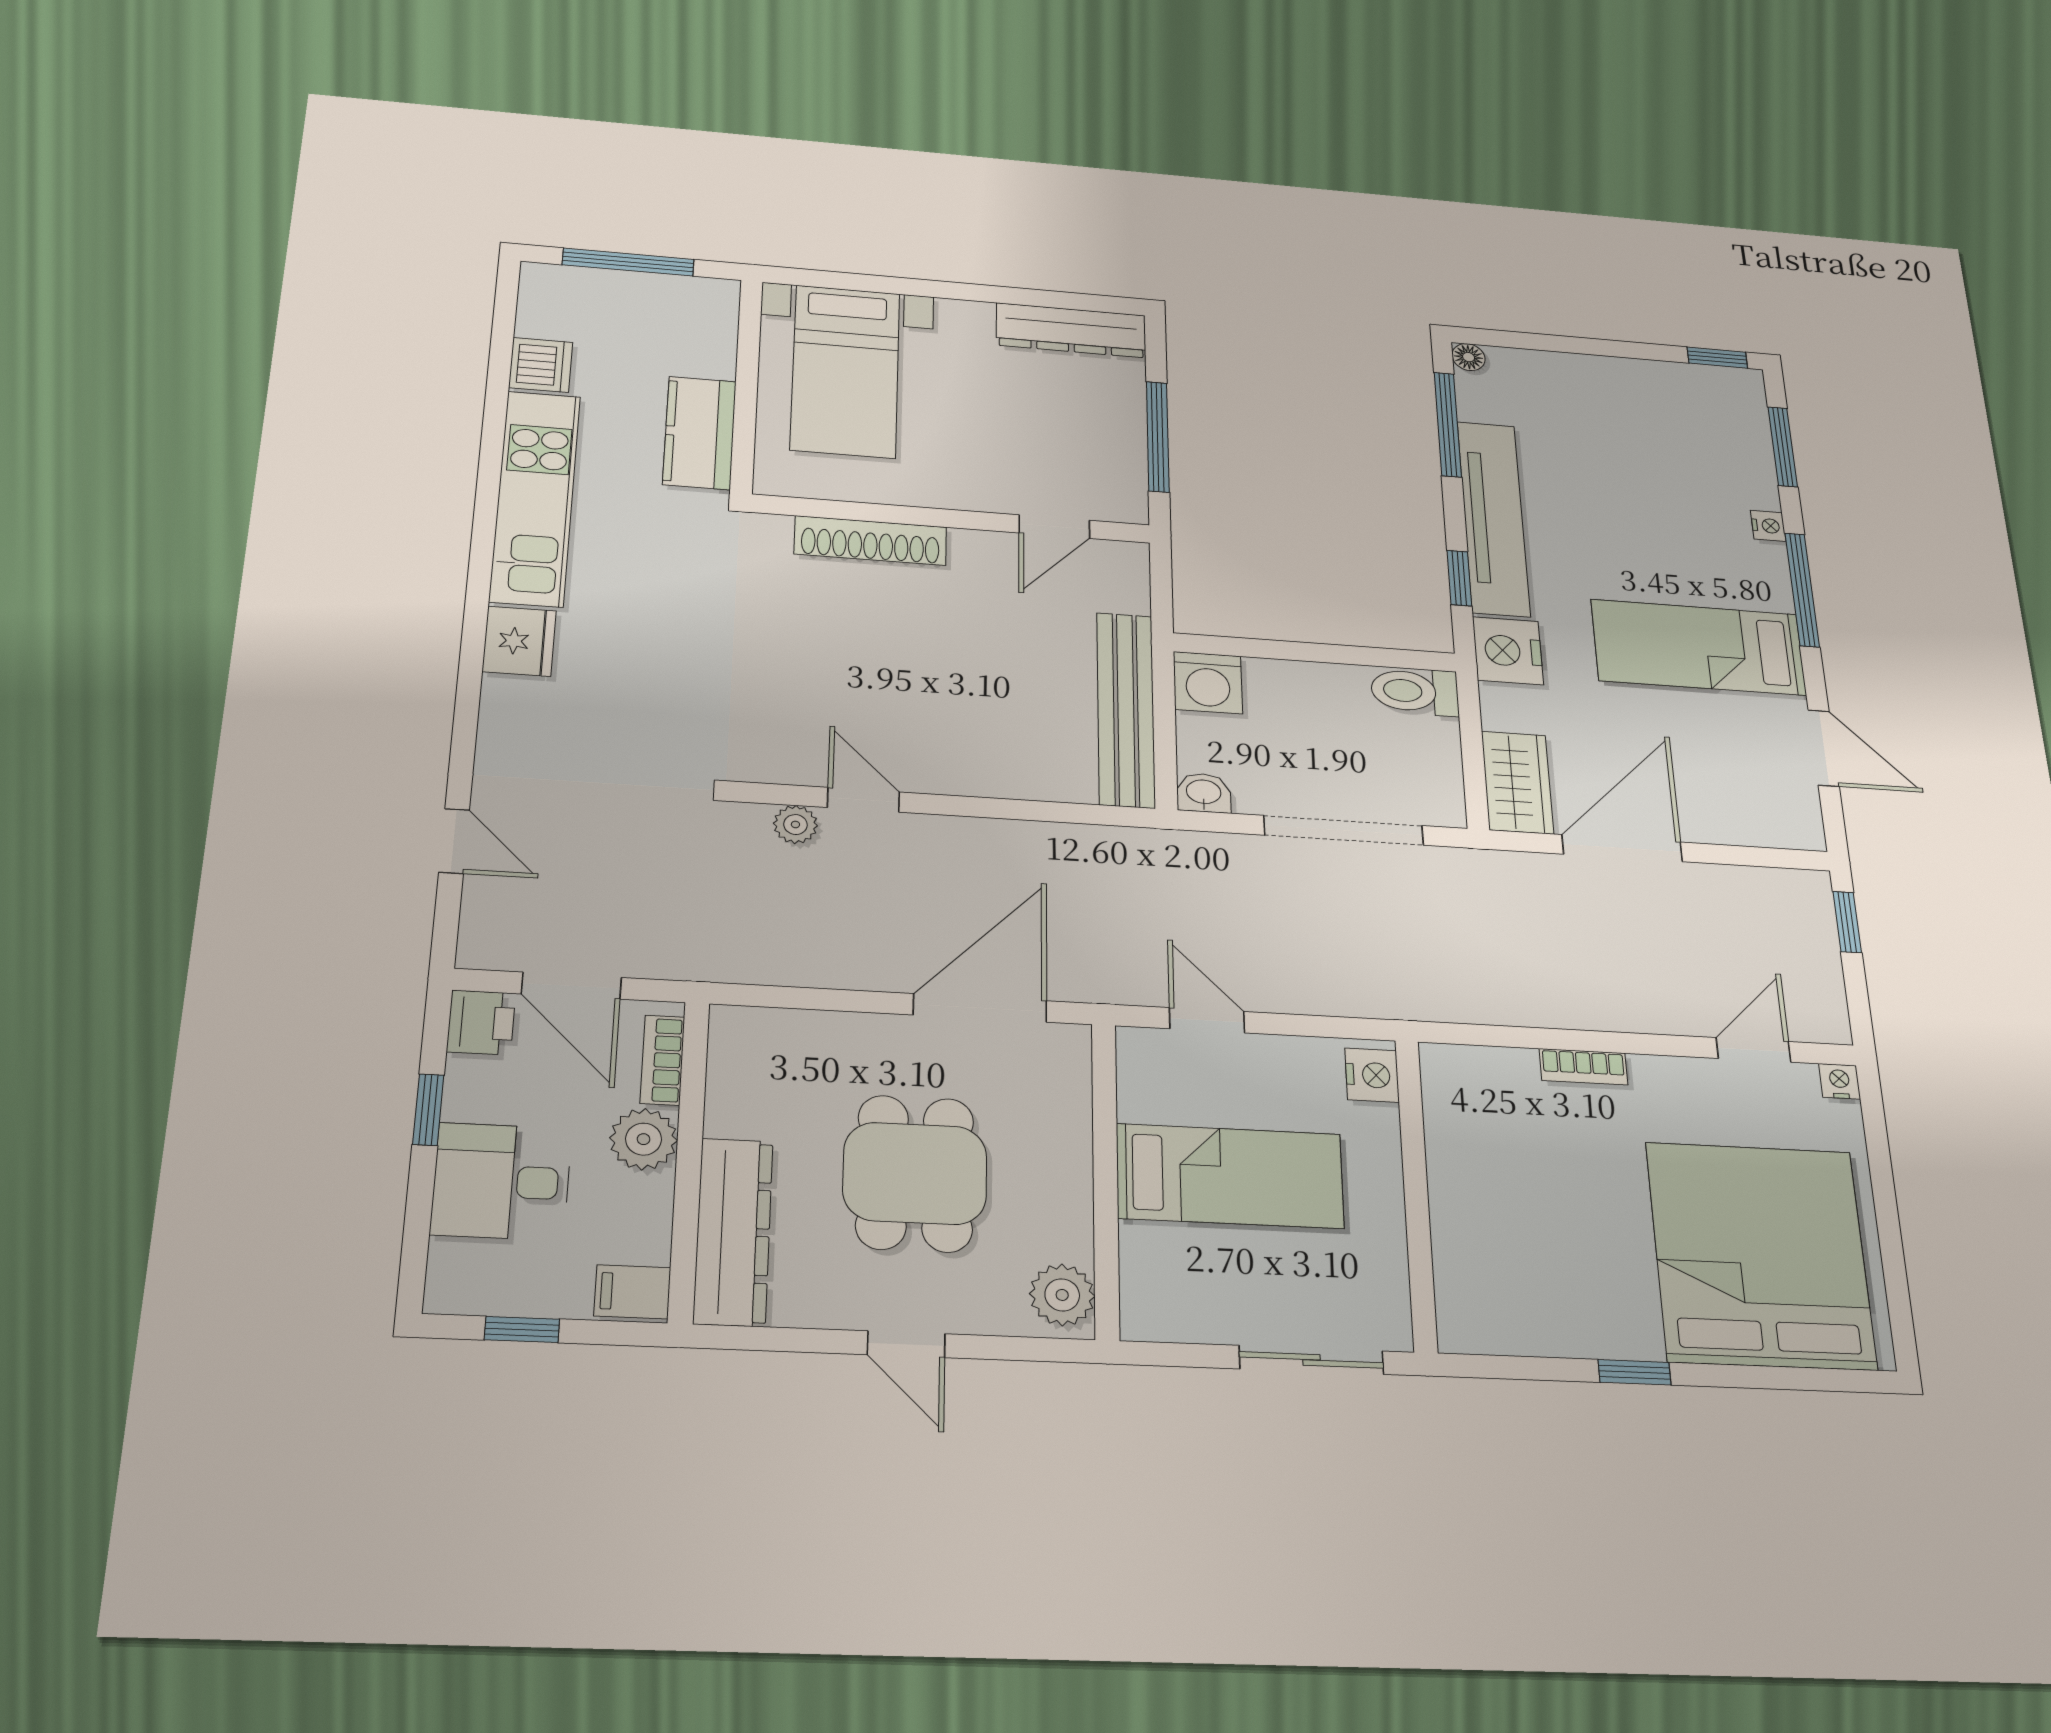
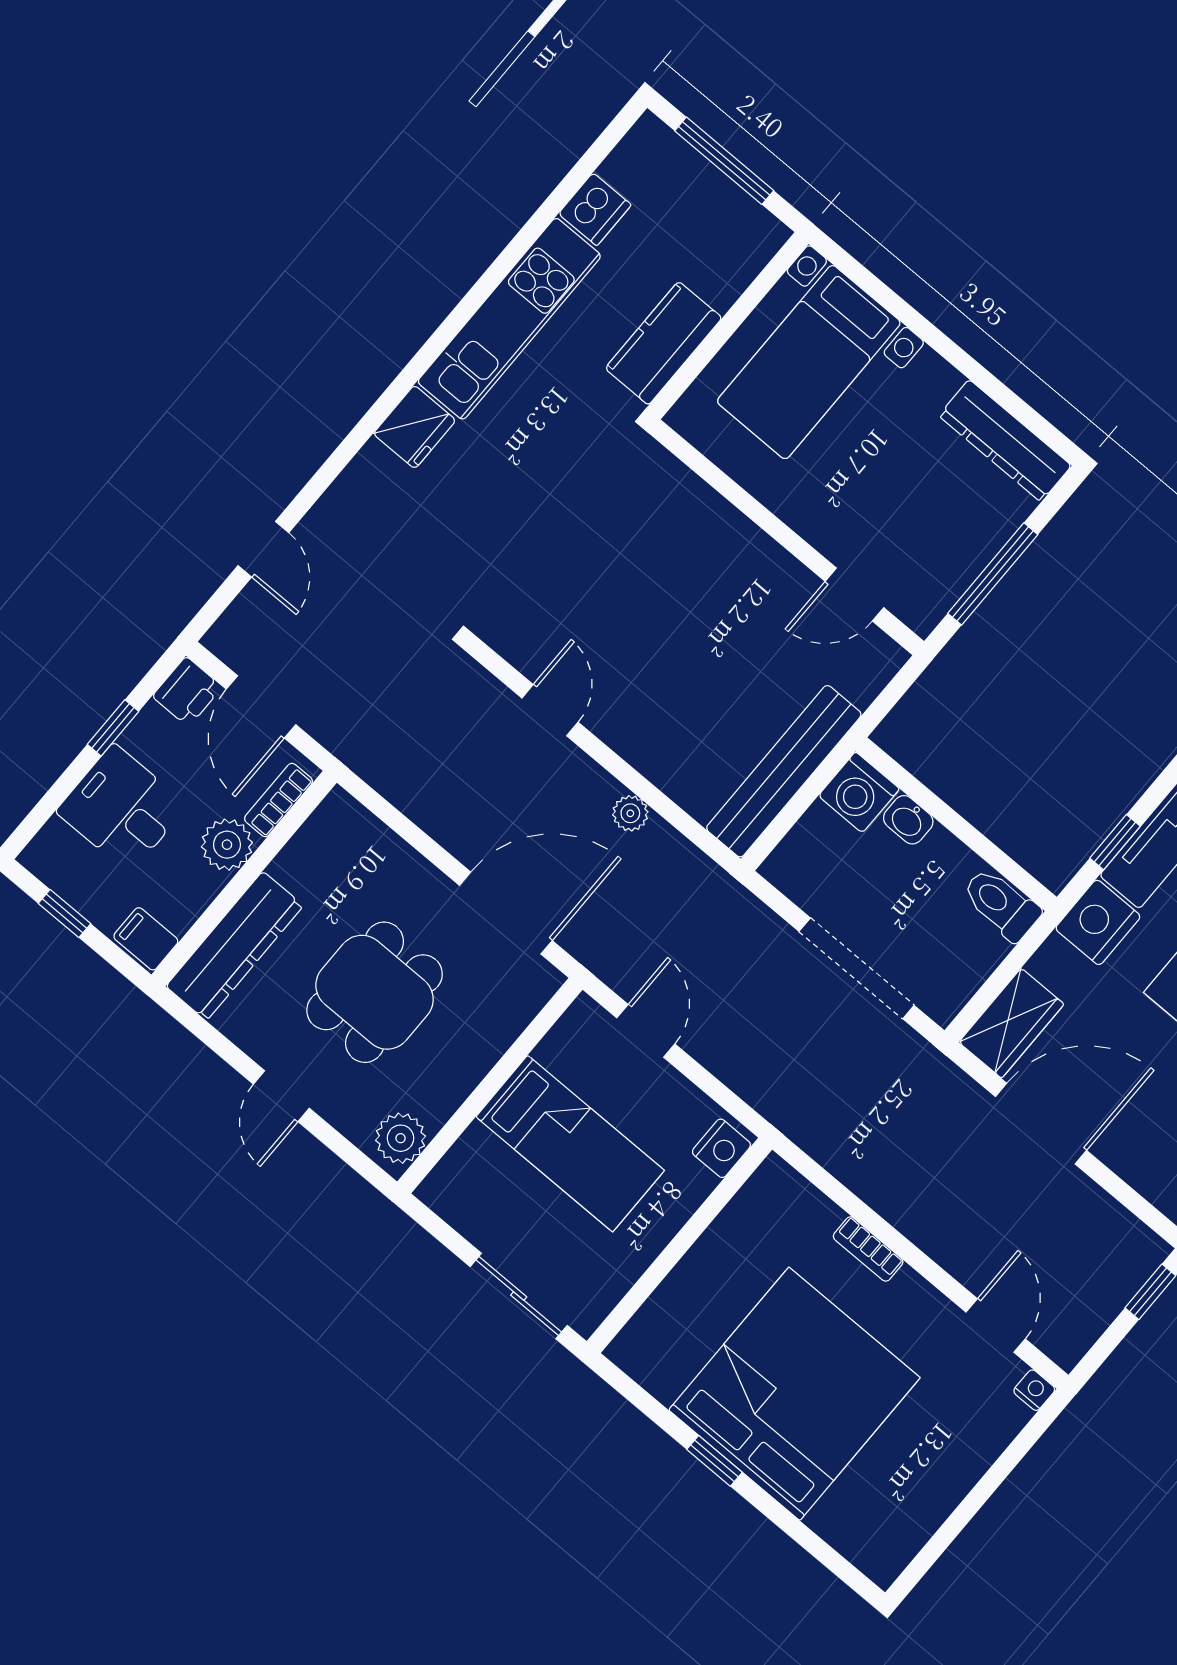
shoe rack: (870, 541) -> (714, 515), removed
washbasin: (1204, 793) -> (908, 820), moved, turned 180
plant: (795, 825) -> (630, 813), moved
door: (1753, 1050) -> (996, 1325), hinge flipped
bed: (1760, 1255) -> (794, 1394), moved

